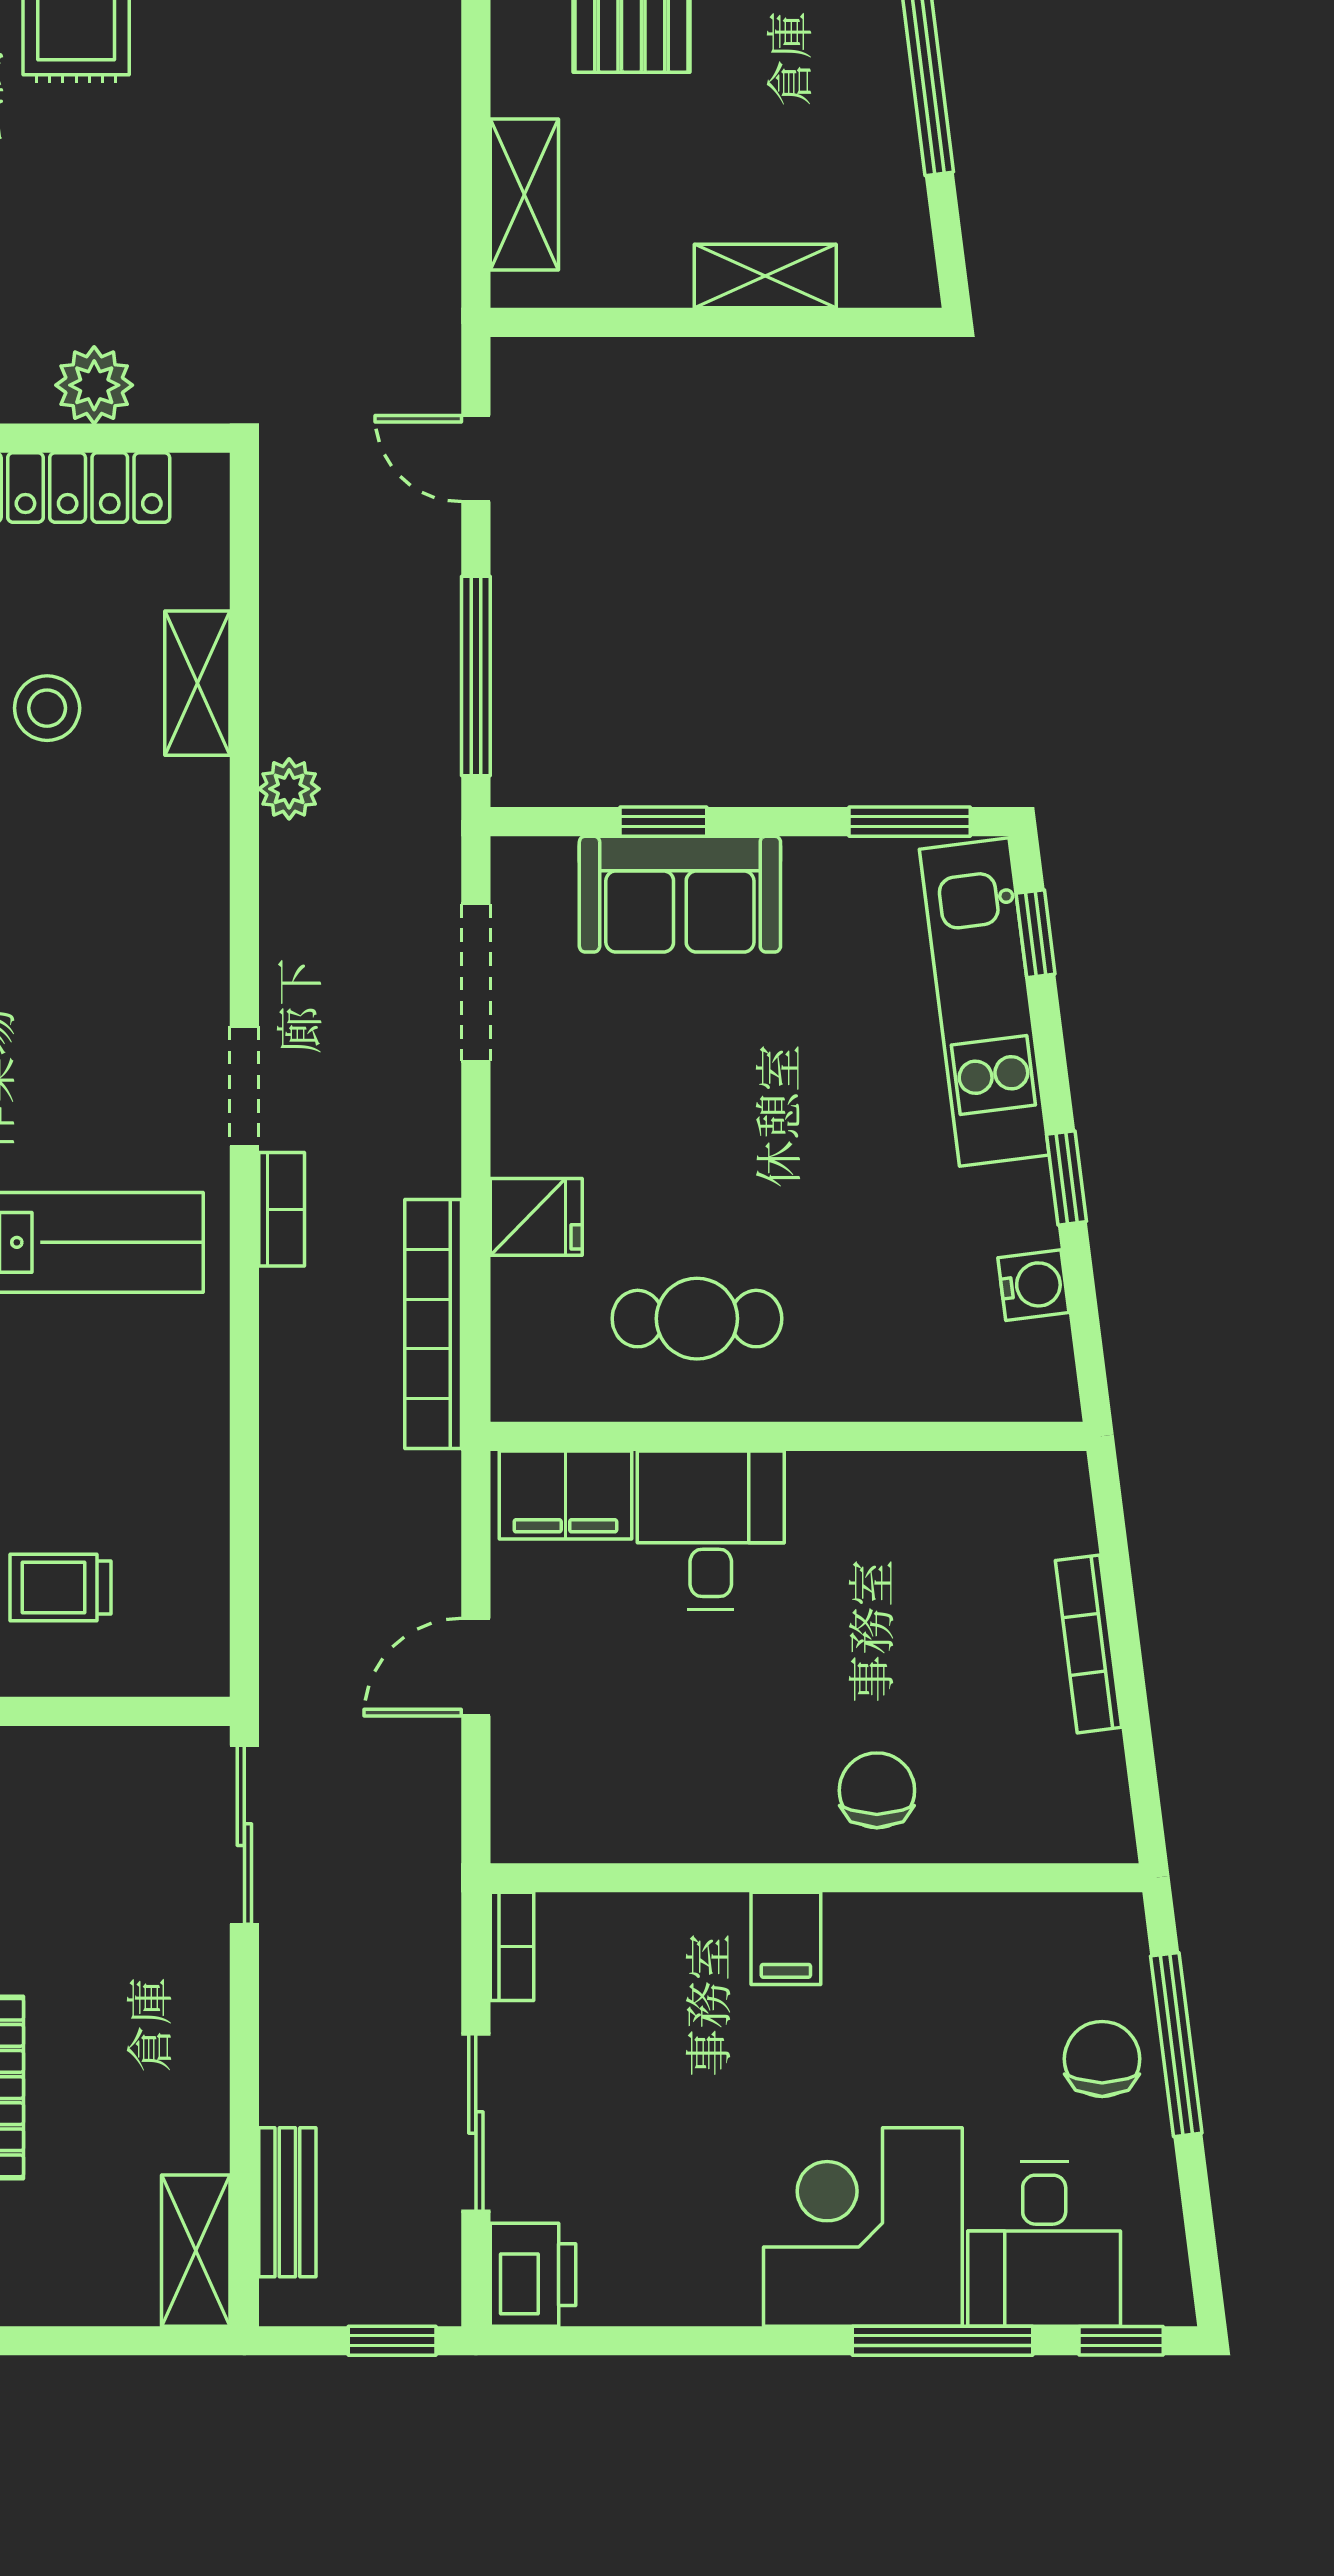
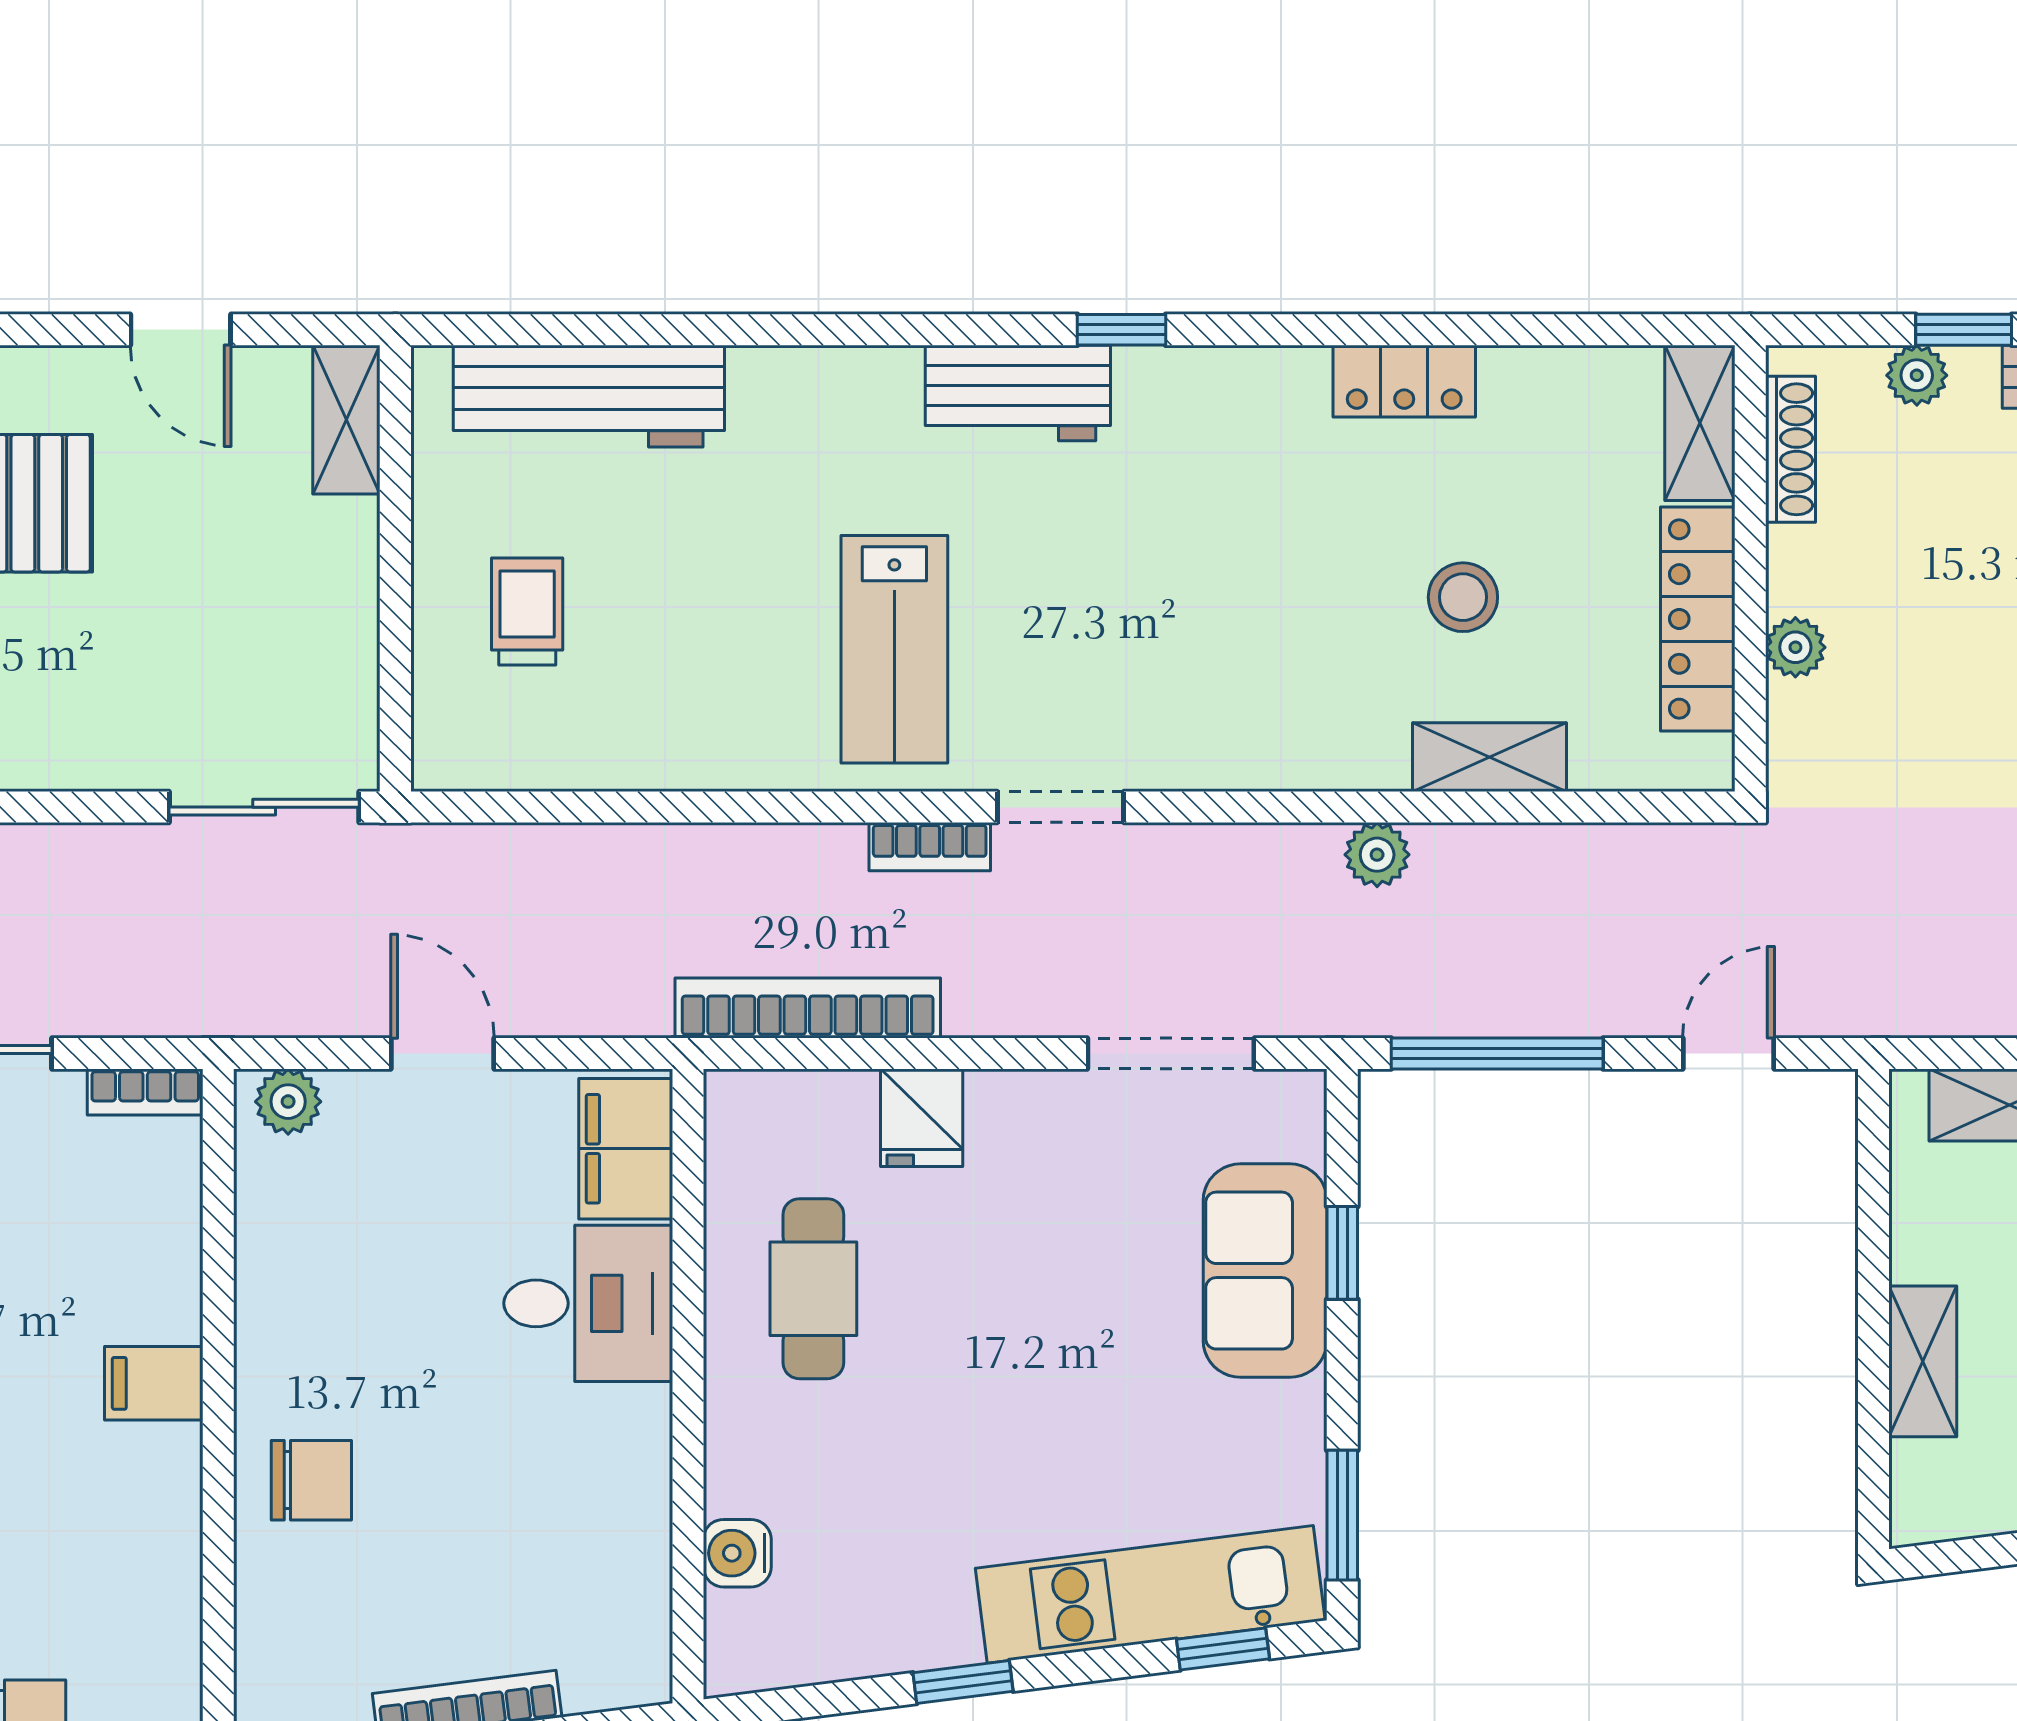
plant: (94, 385) -> (1795, 647), width x0.73, depth x0.73
water cooler: (1033, 1285) -> (737, 1553), moved, turned 97
plant: (521, 1812) -> (288, 1102), added

